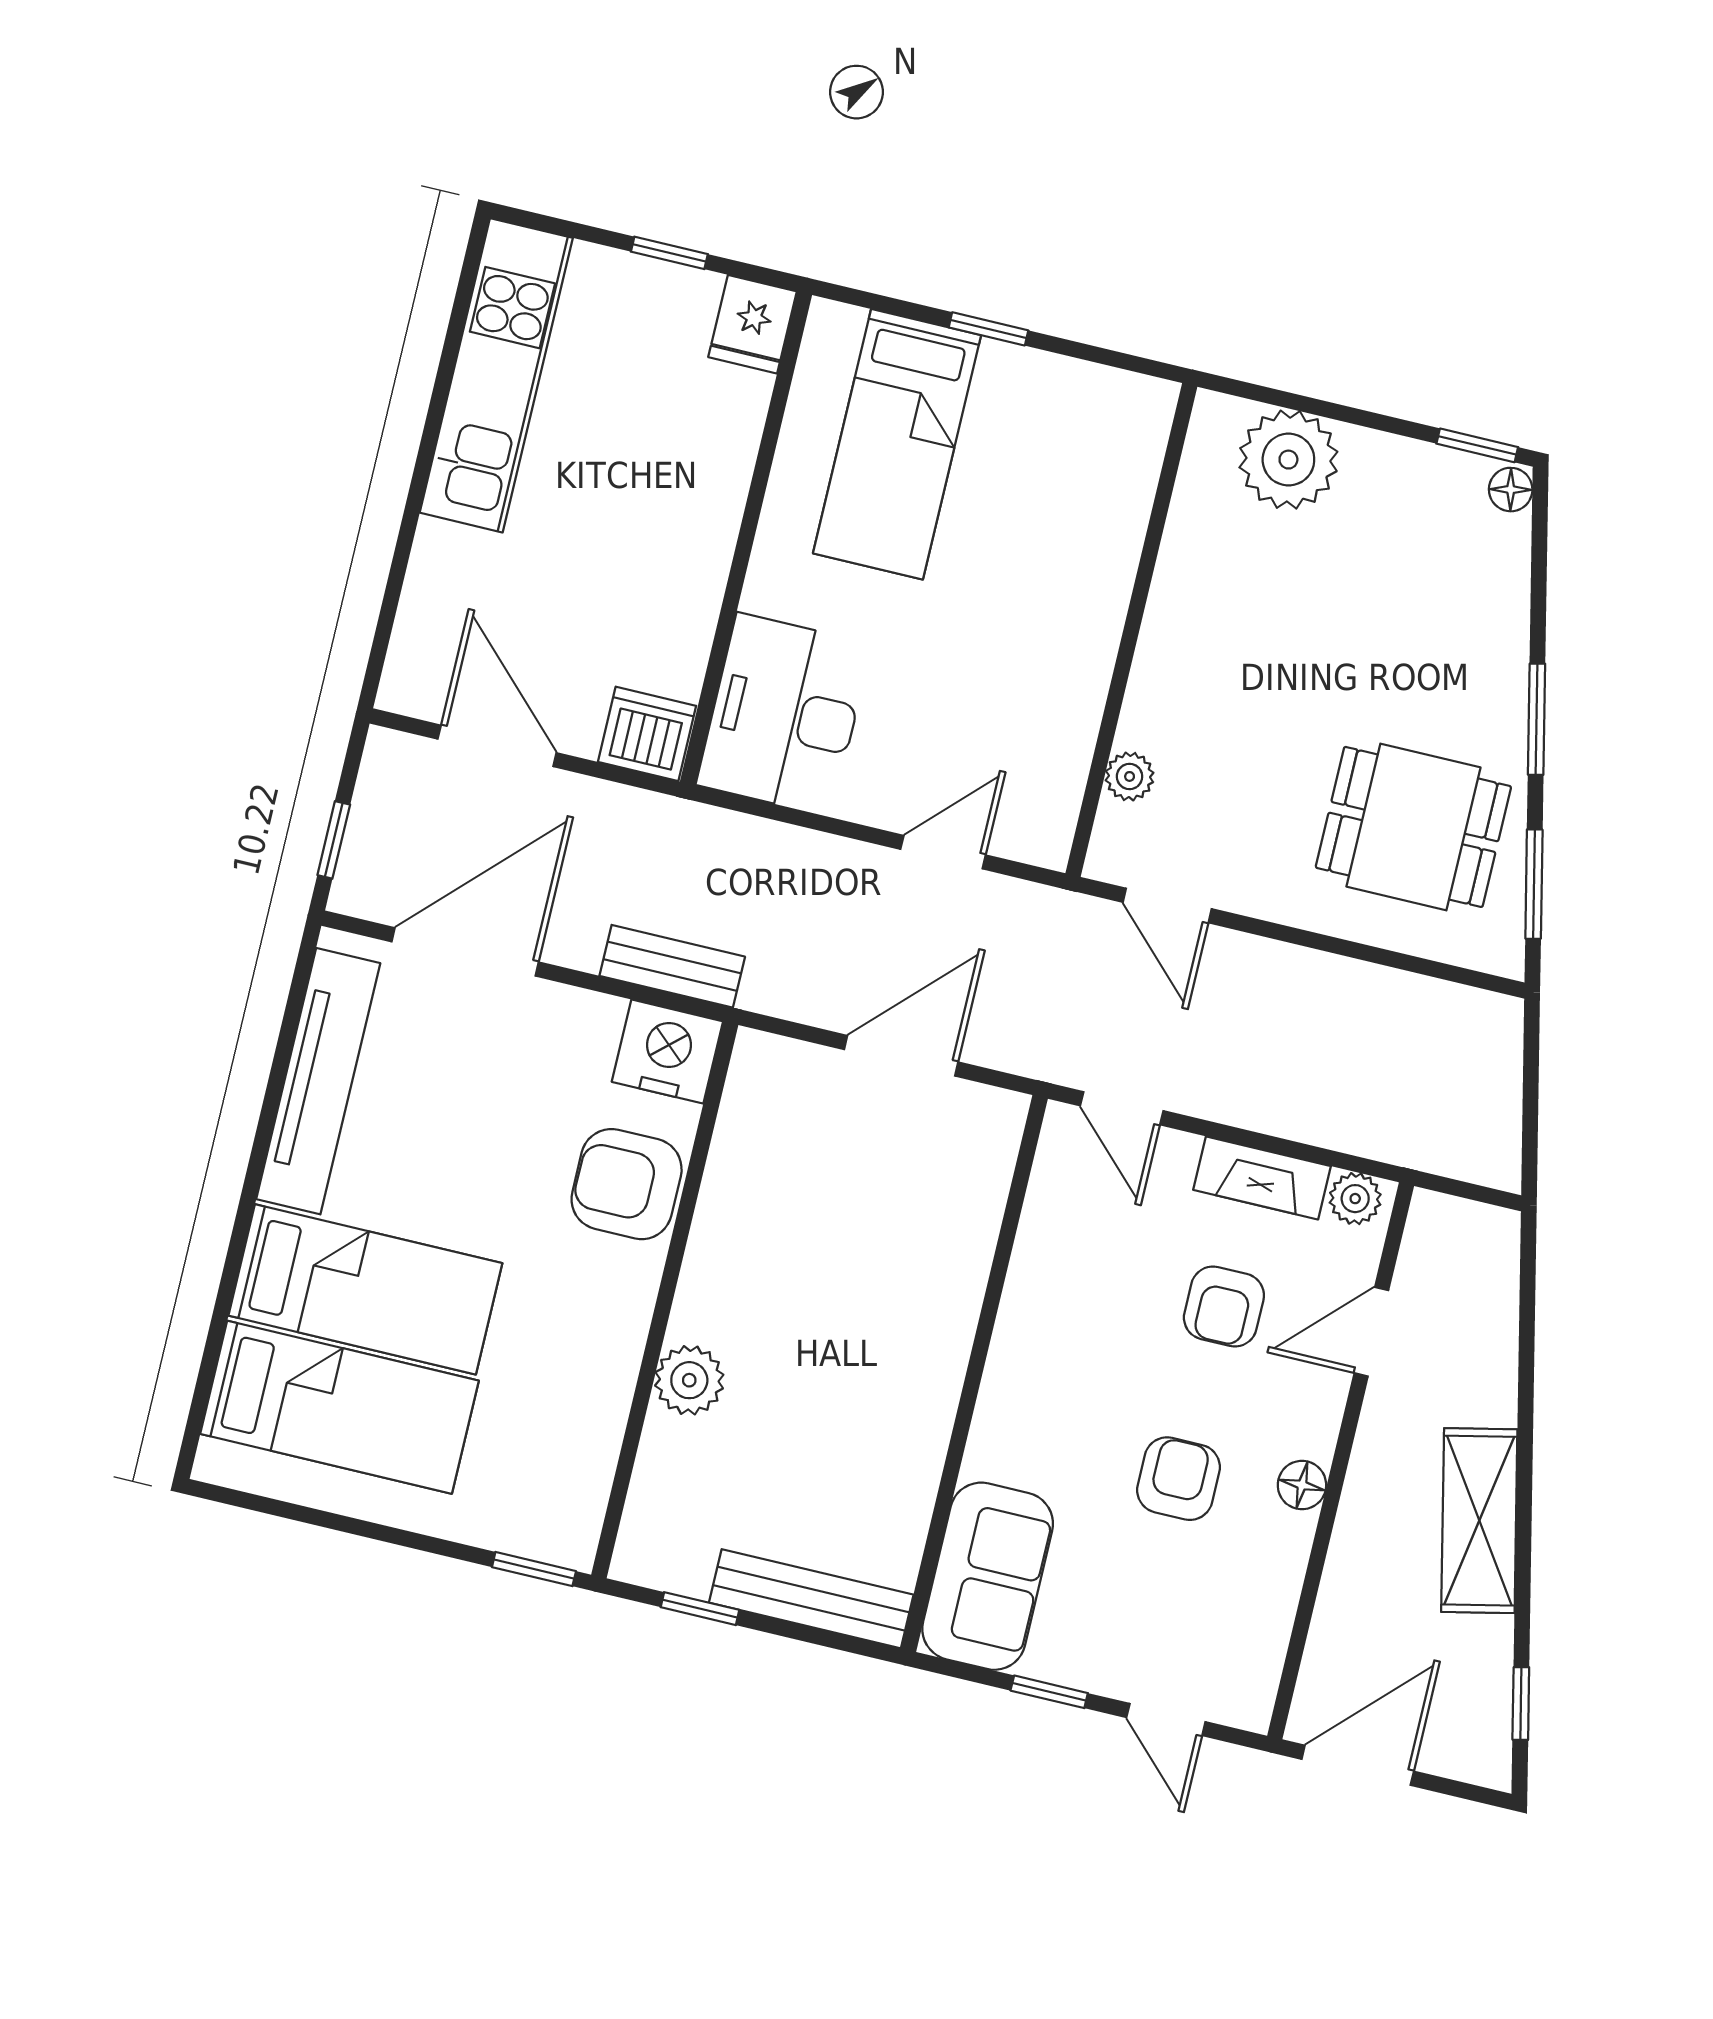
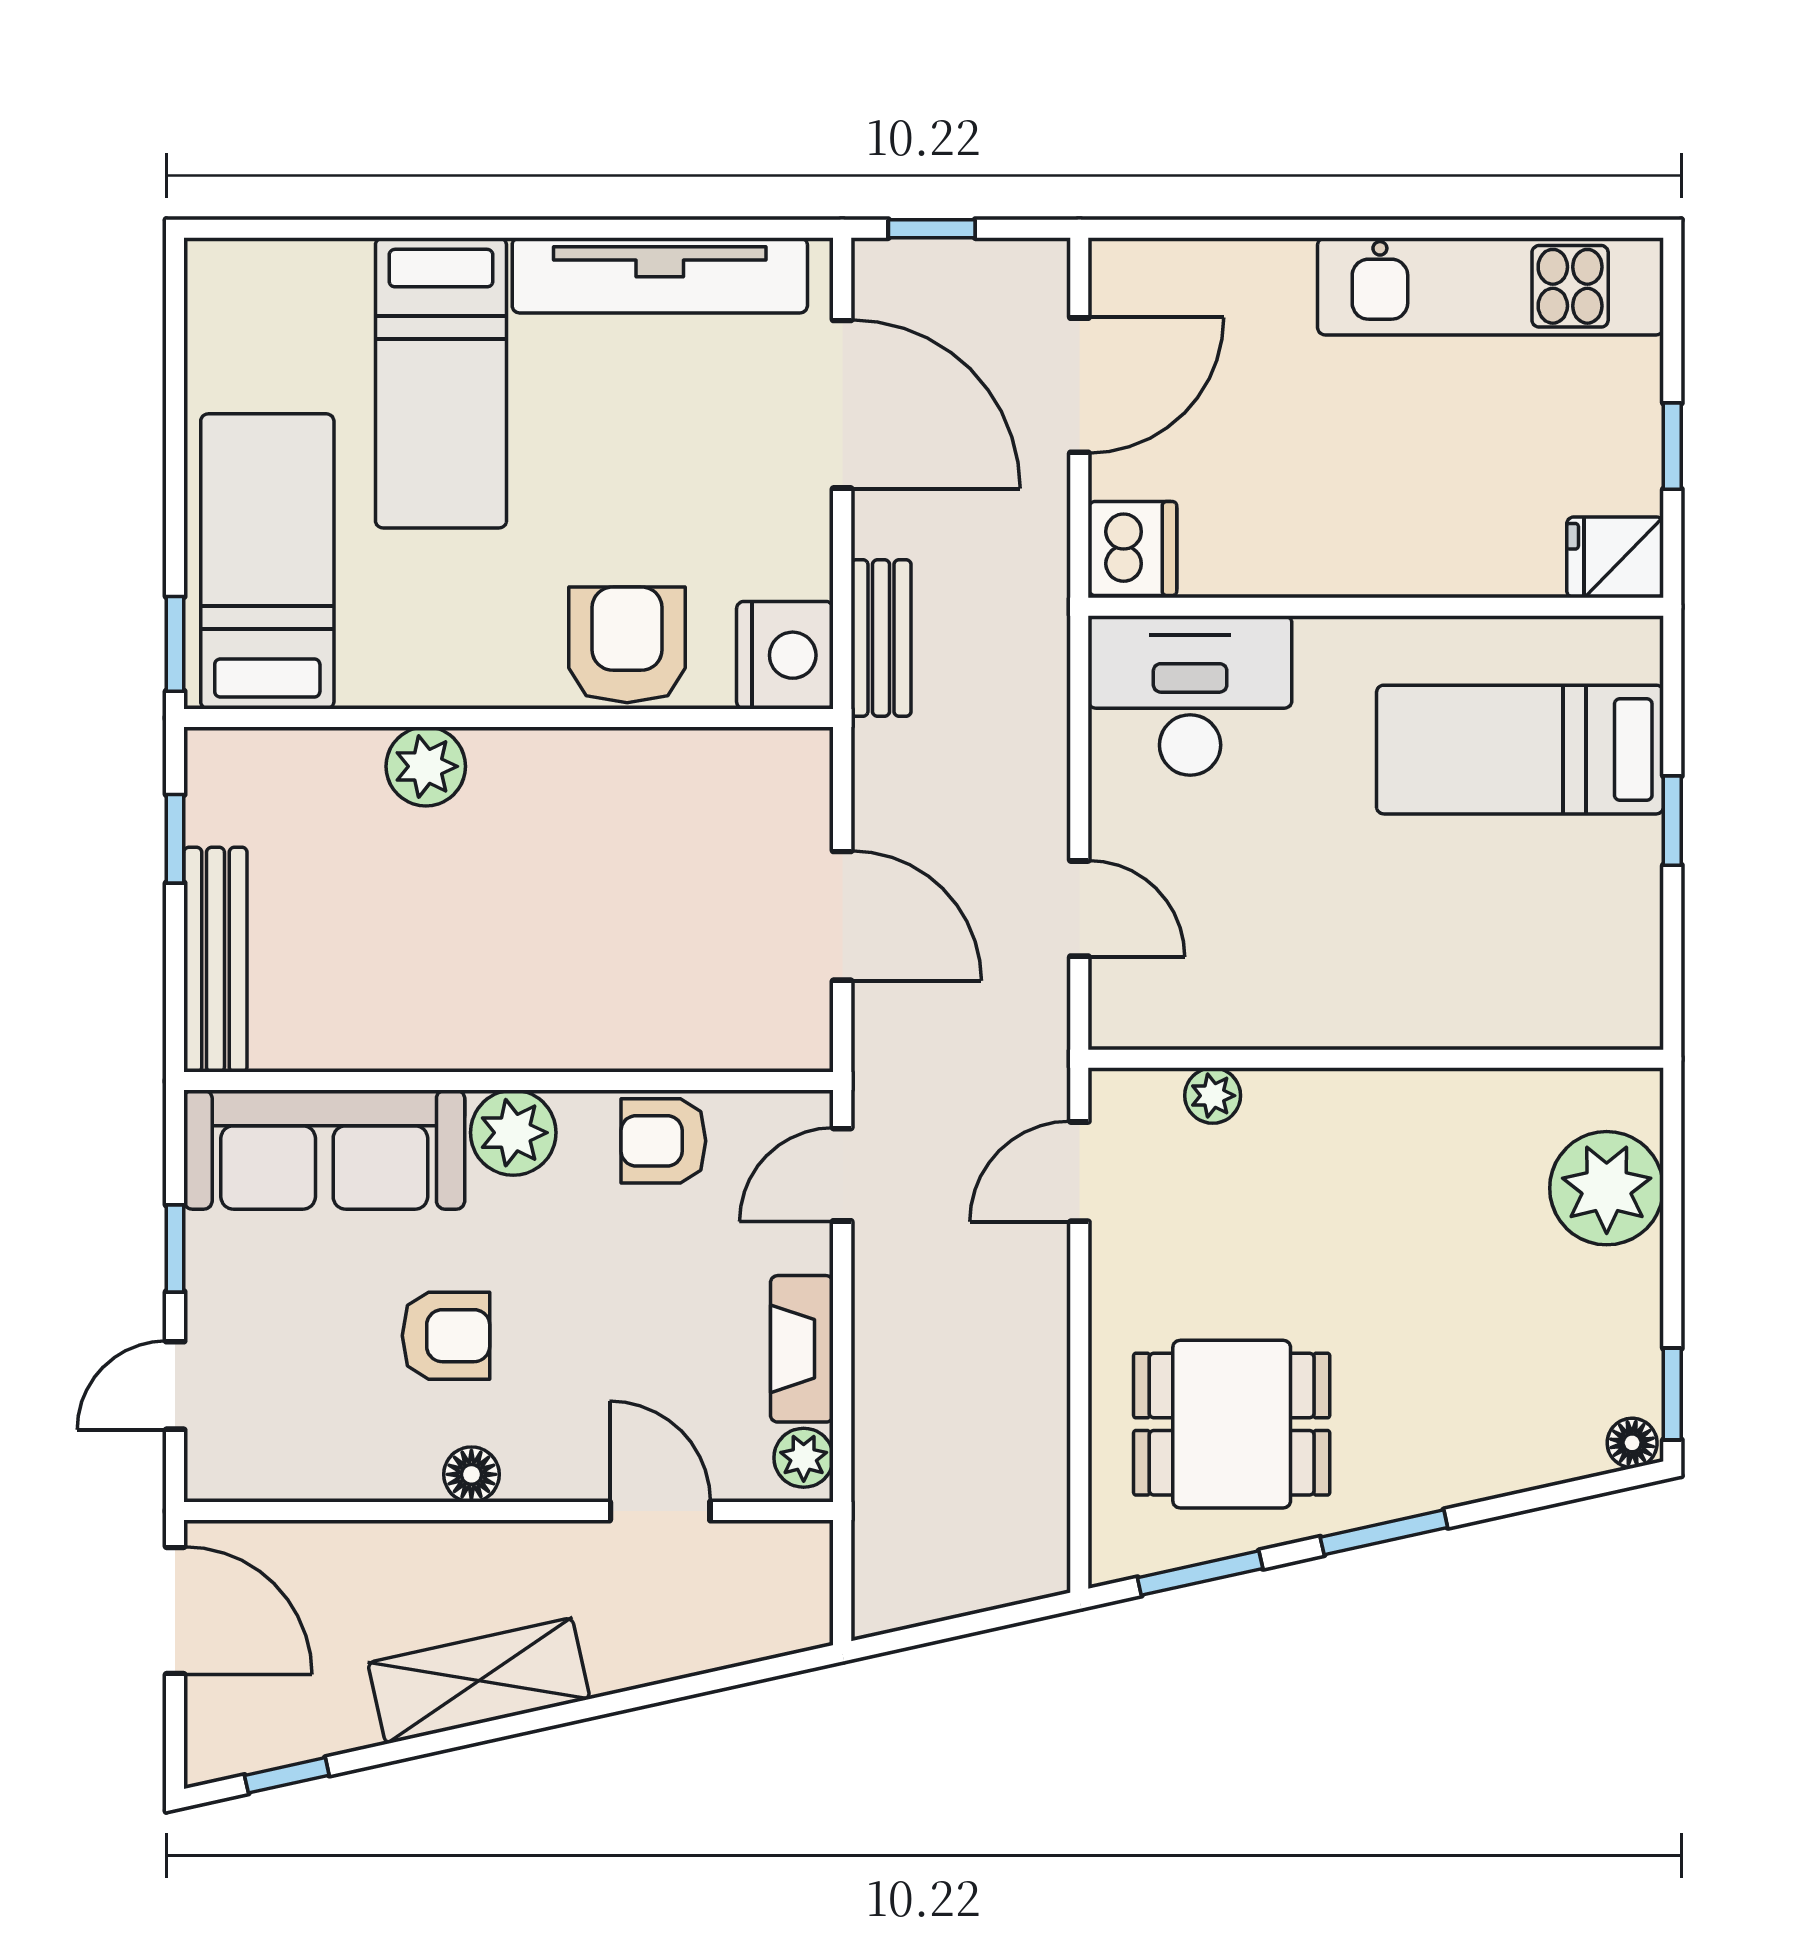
dining table: (1413, 827) -> (1232, 1424), turned 90
armchair: (1224, 1306) -> (663, 1141), moved
plant: (1019, 1380) -> (513, 1133), added
bed: (340, 1407) -> (267, 561), moved, turned 180
sofa: (988, 1576) -> (324, 1150), width x1.36

